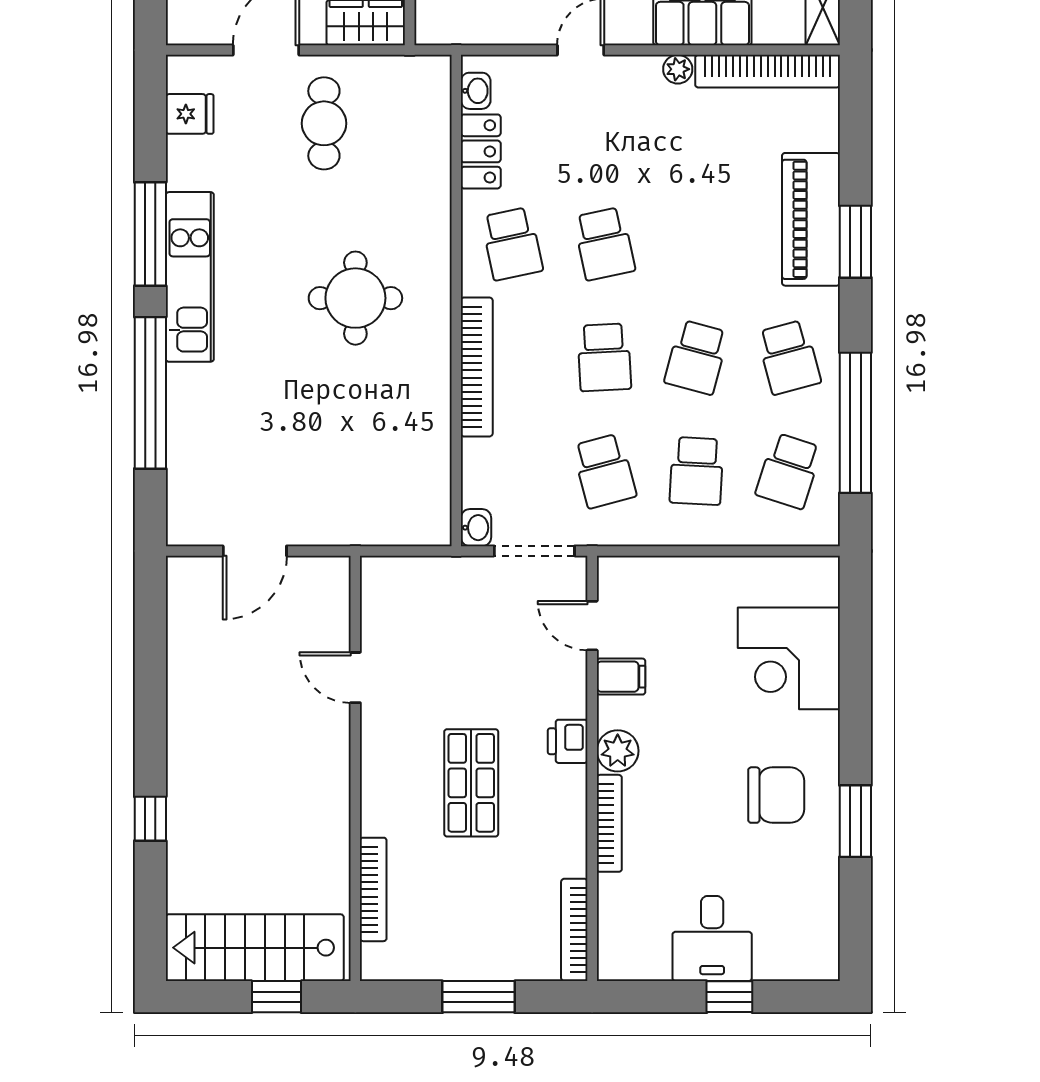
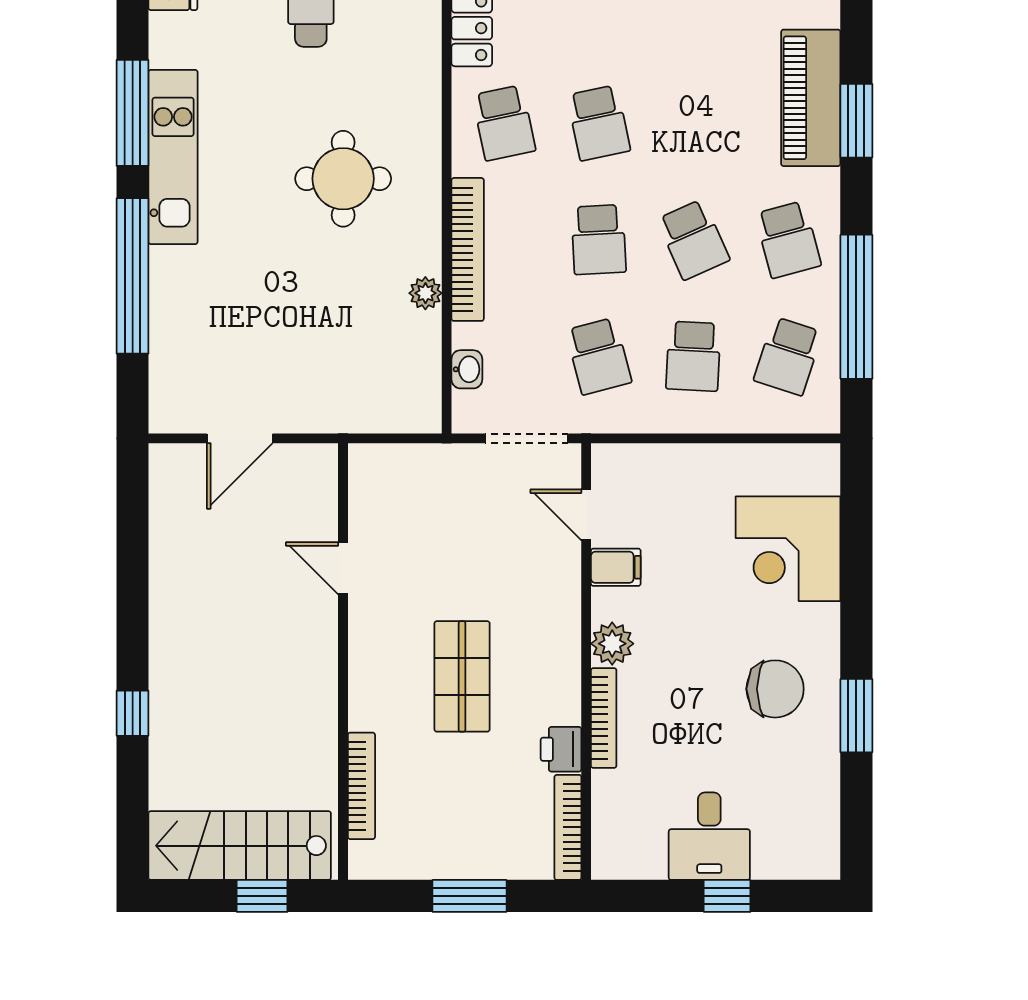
school desk: (697, 357) -> (693, 240), turned -39
plant: (436, 410) -> (425, 293), added
washbasin: (476, 528) -> (467, 369), moved
printer: (568, 741) -> (561, 749), moved

